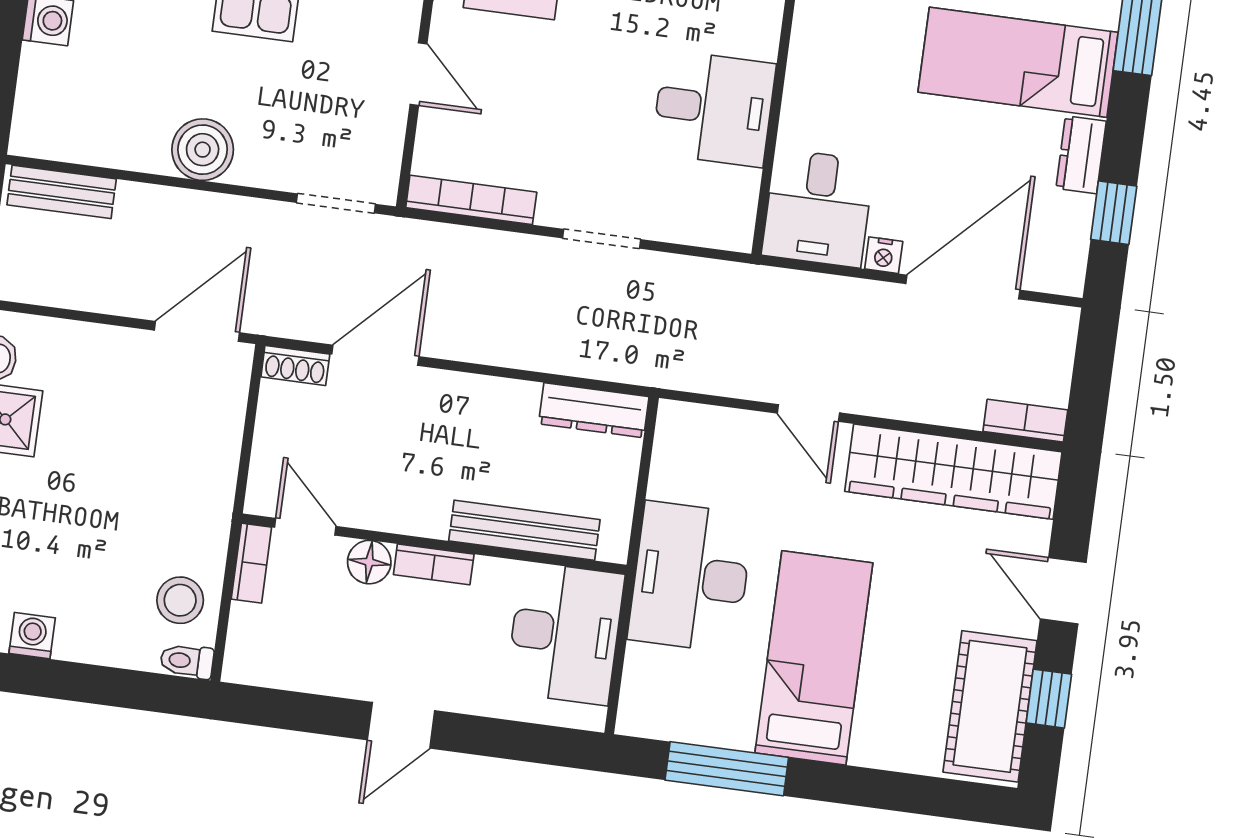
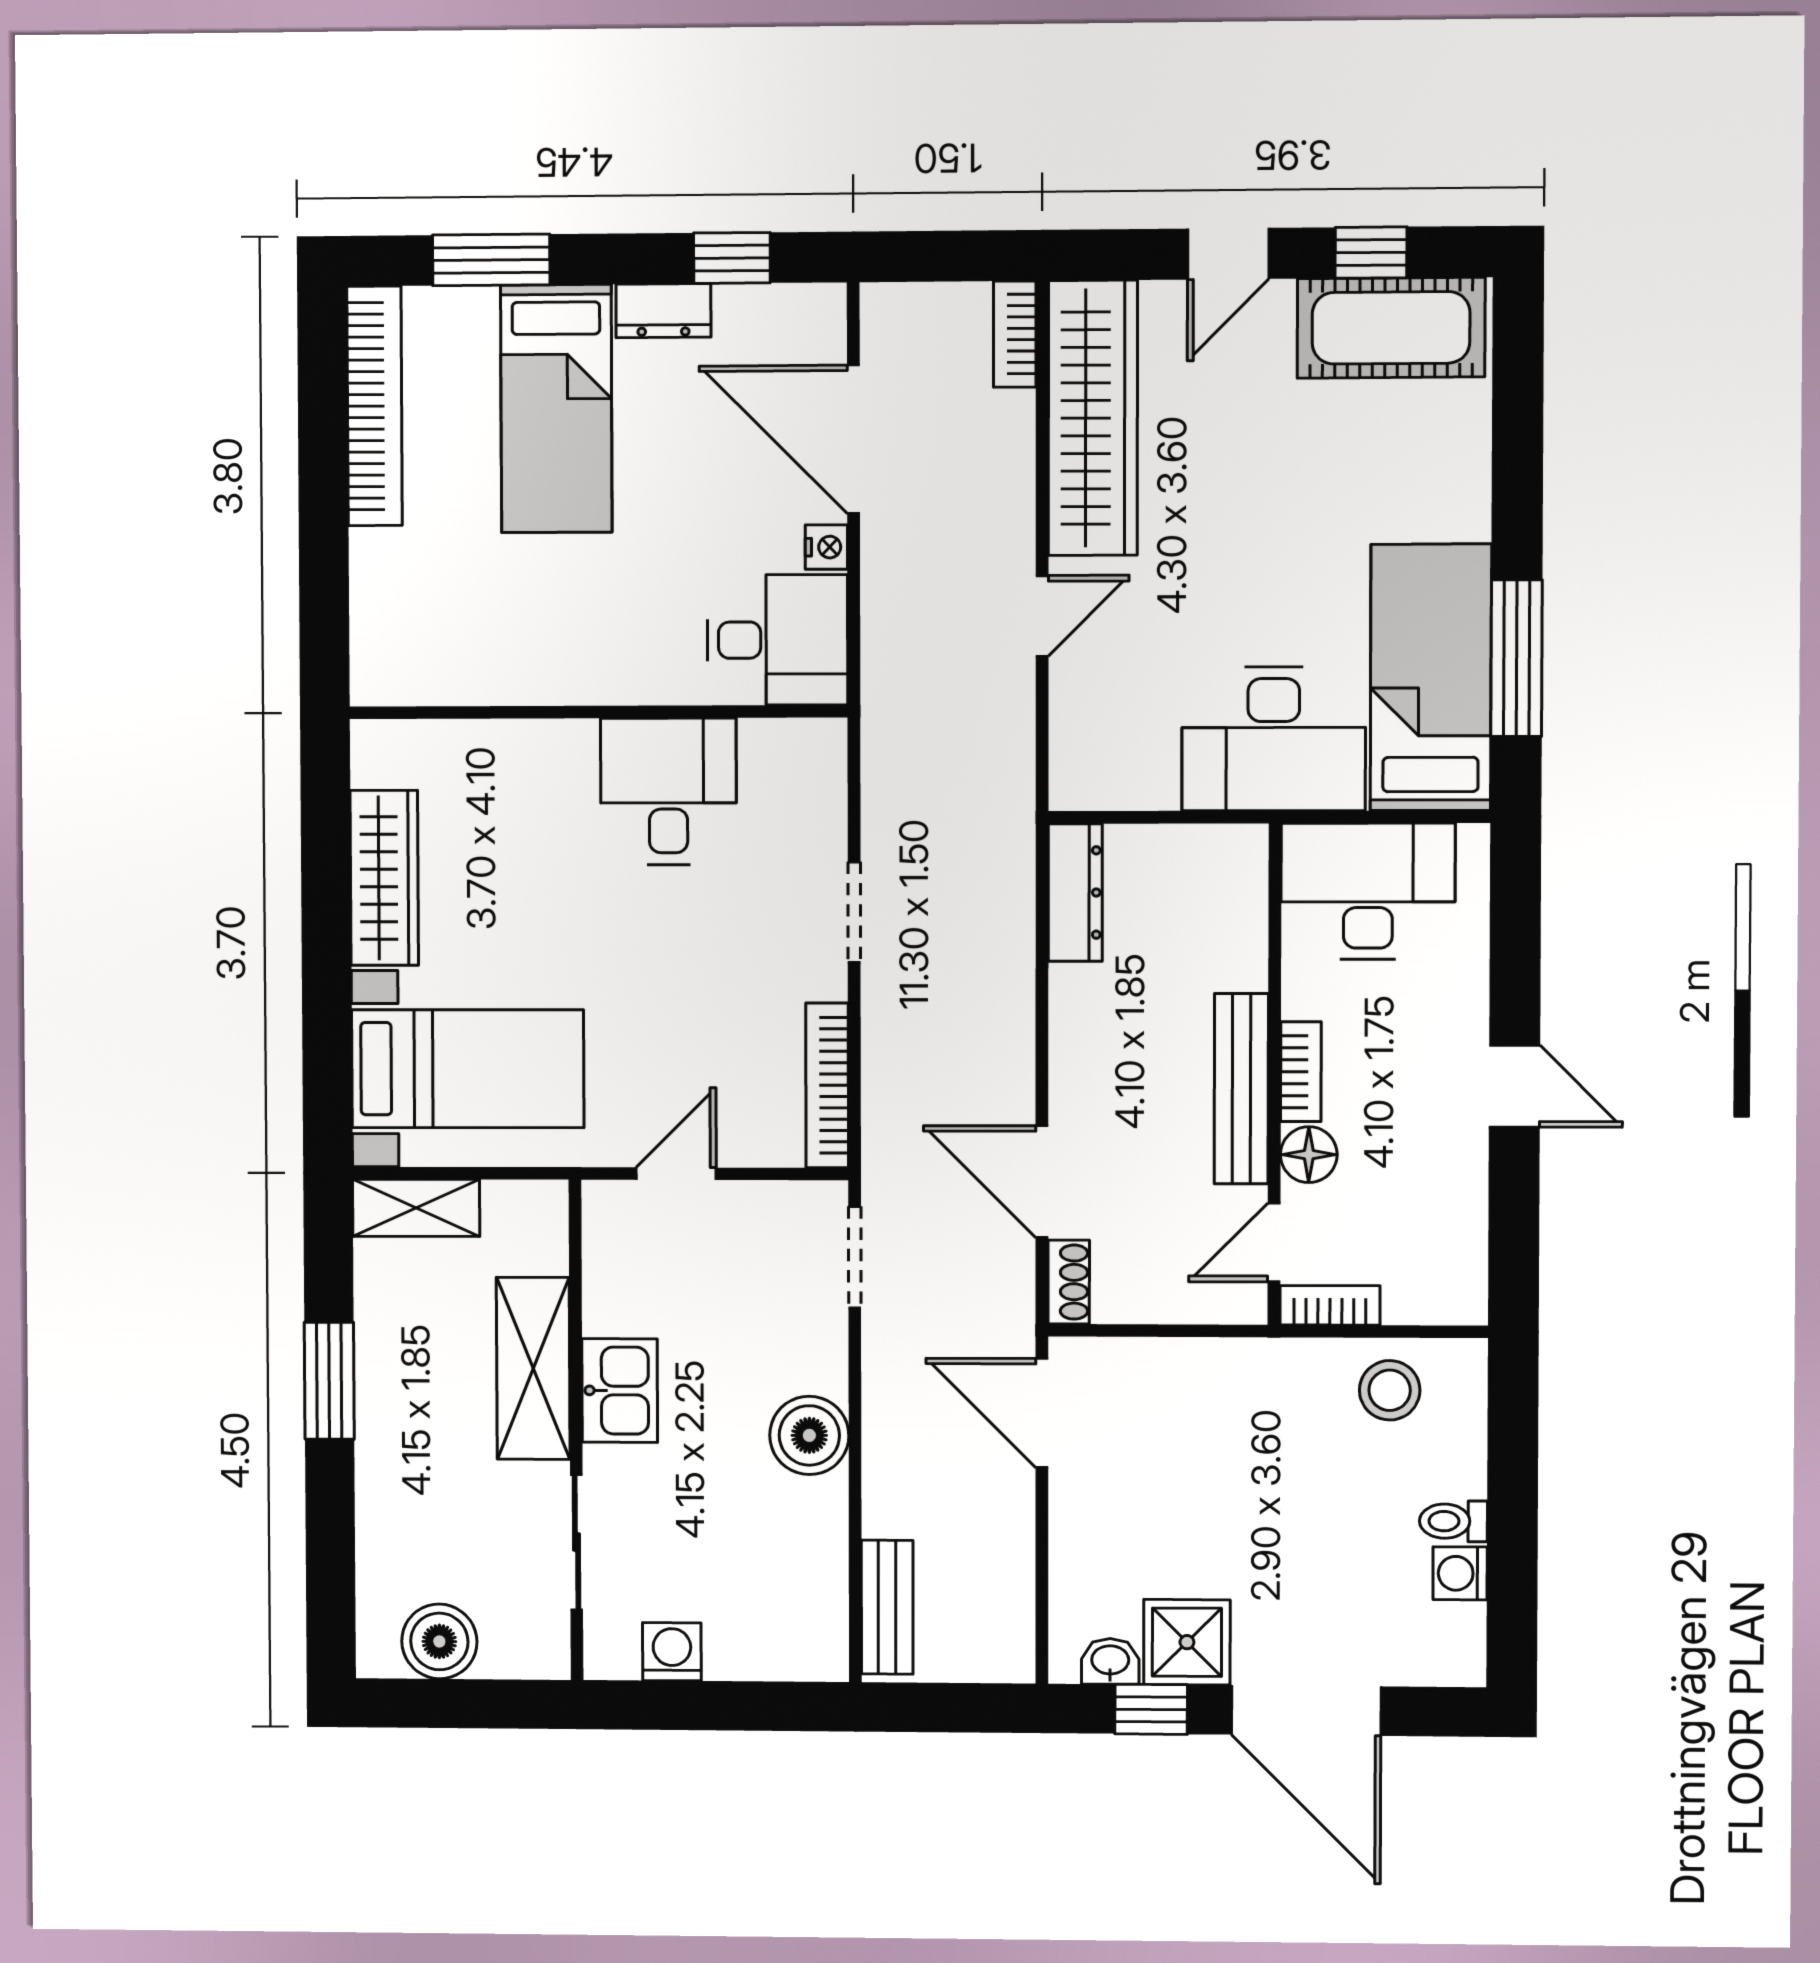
bench: (524, 530) -> (1241, 1089), moved
bed: (814, 658) -> (1431, 677), moved, turned 90
toilet: (187, 661) -> (1453, 1521), moved, turned 90

